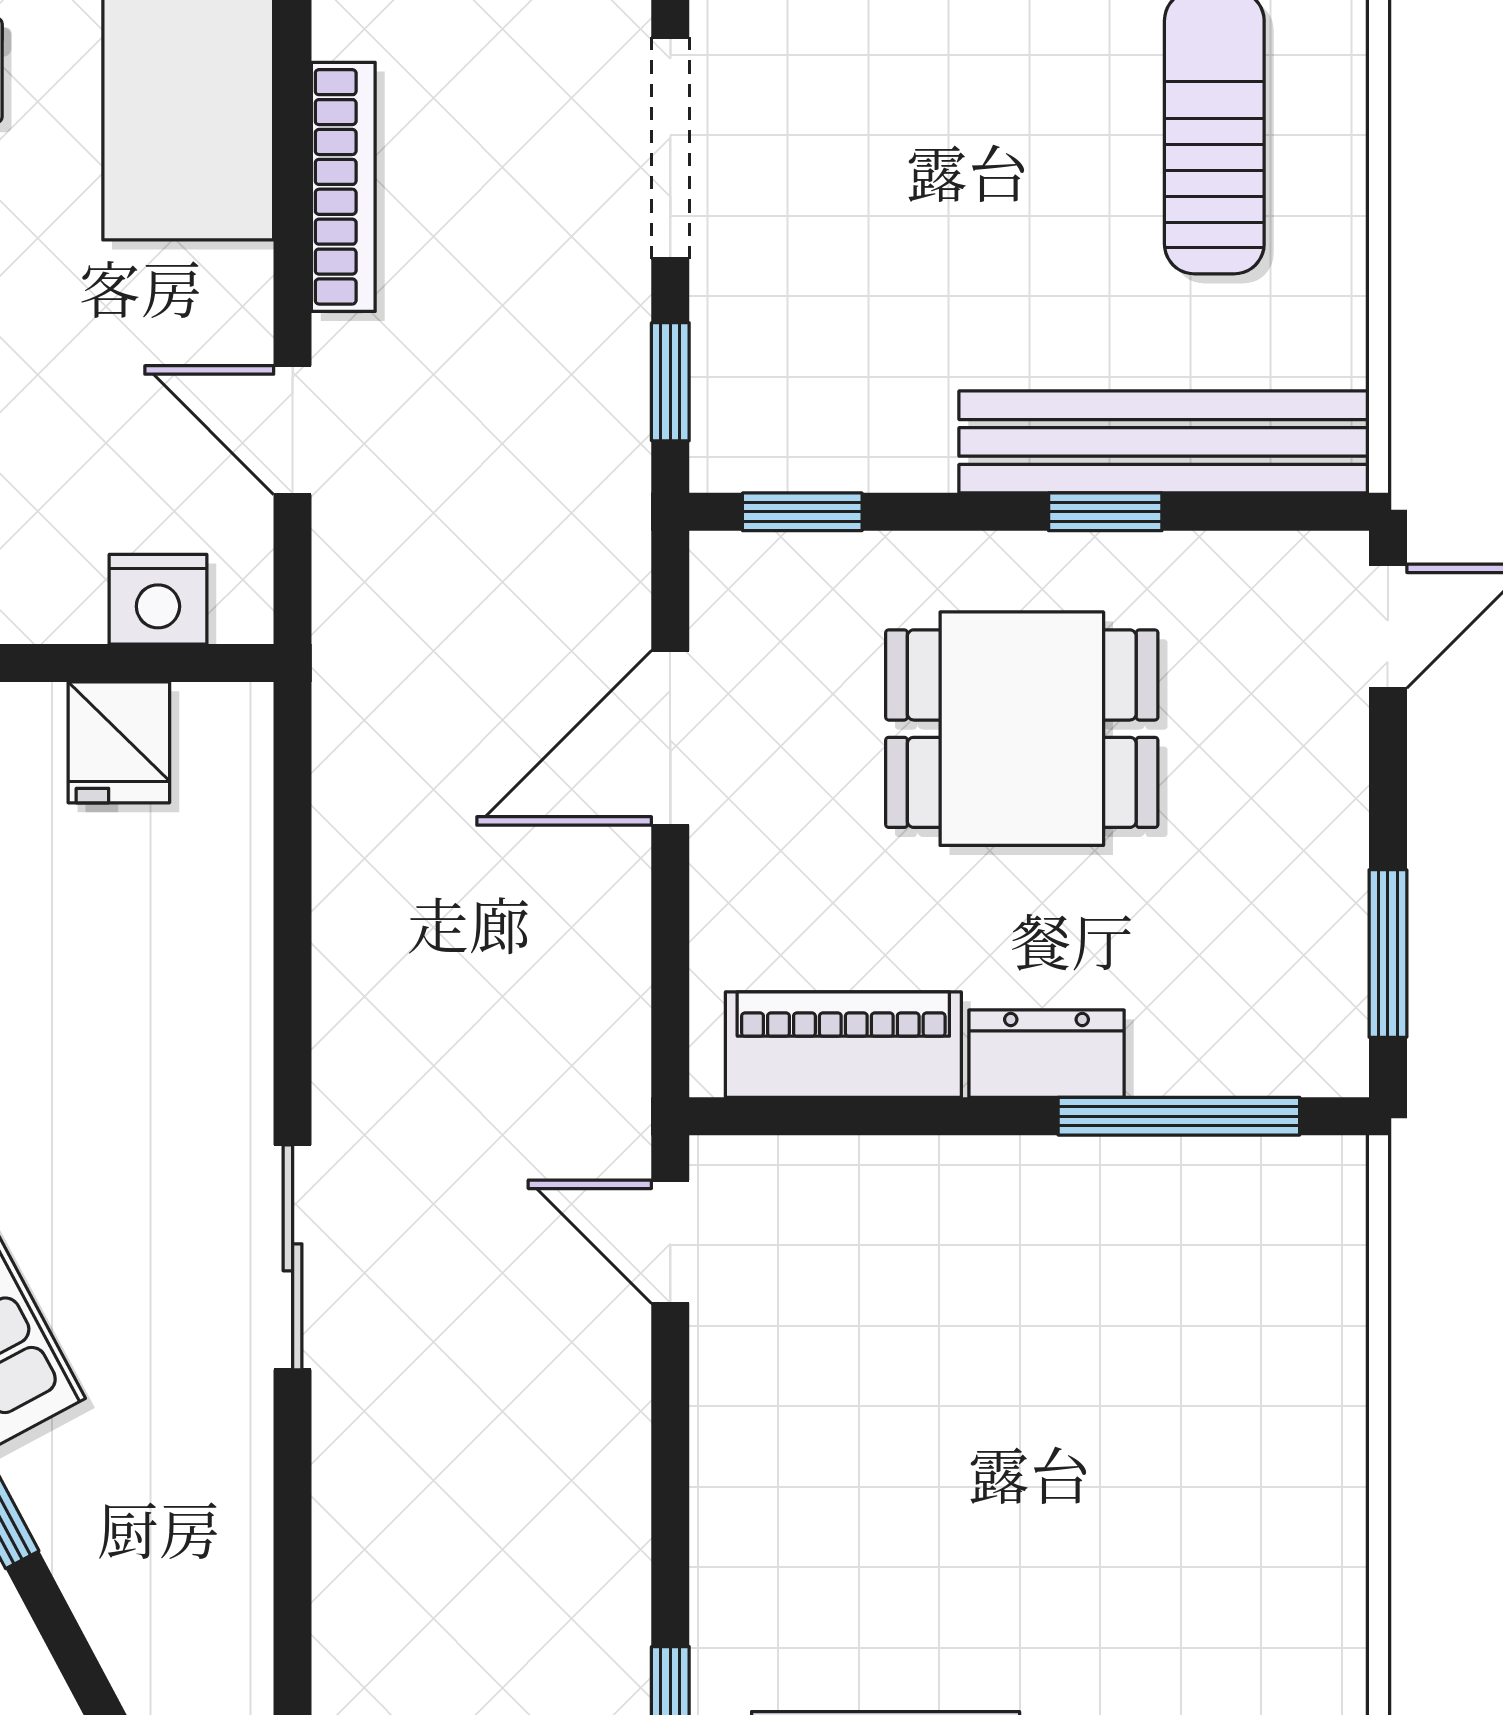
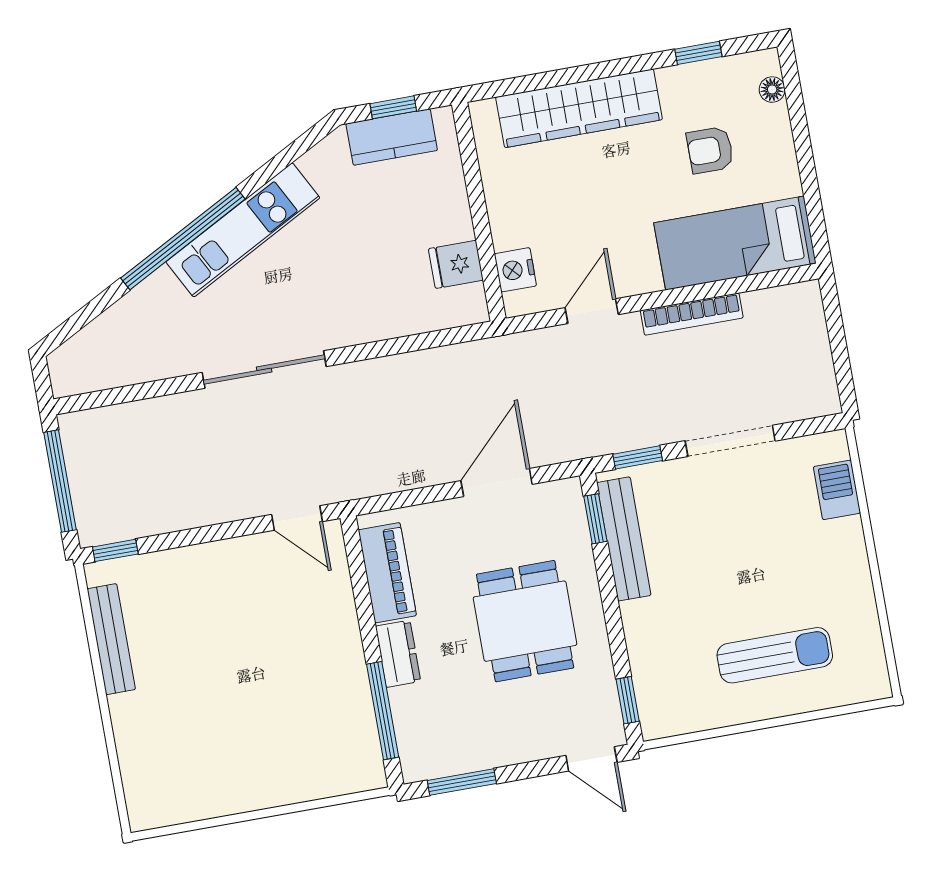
bench: (1164, 442) -> (624, 539), moved, width x0.73, depth x0.82
window: (1105, 512) -> (628, 700), moved
door: (670, 738) -> (497, 483), hinge flipped
door: (670, 1242) -> (297, 518), swing flipped
sliding door: (293, 1257) -> (264, 370), width x1.37

